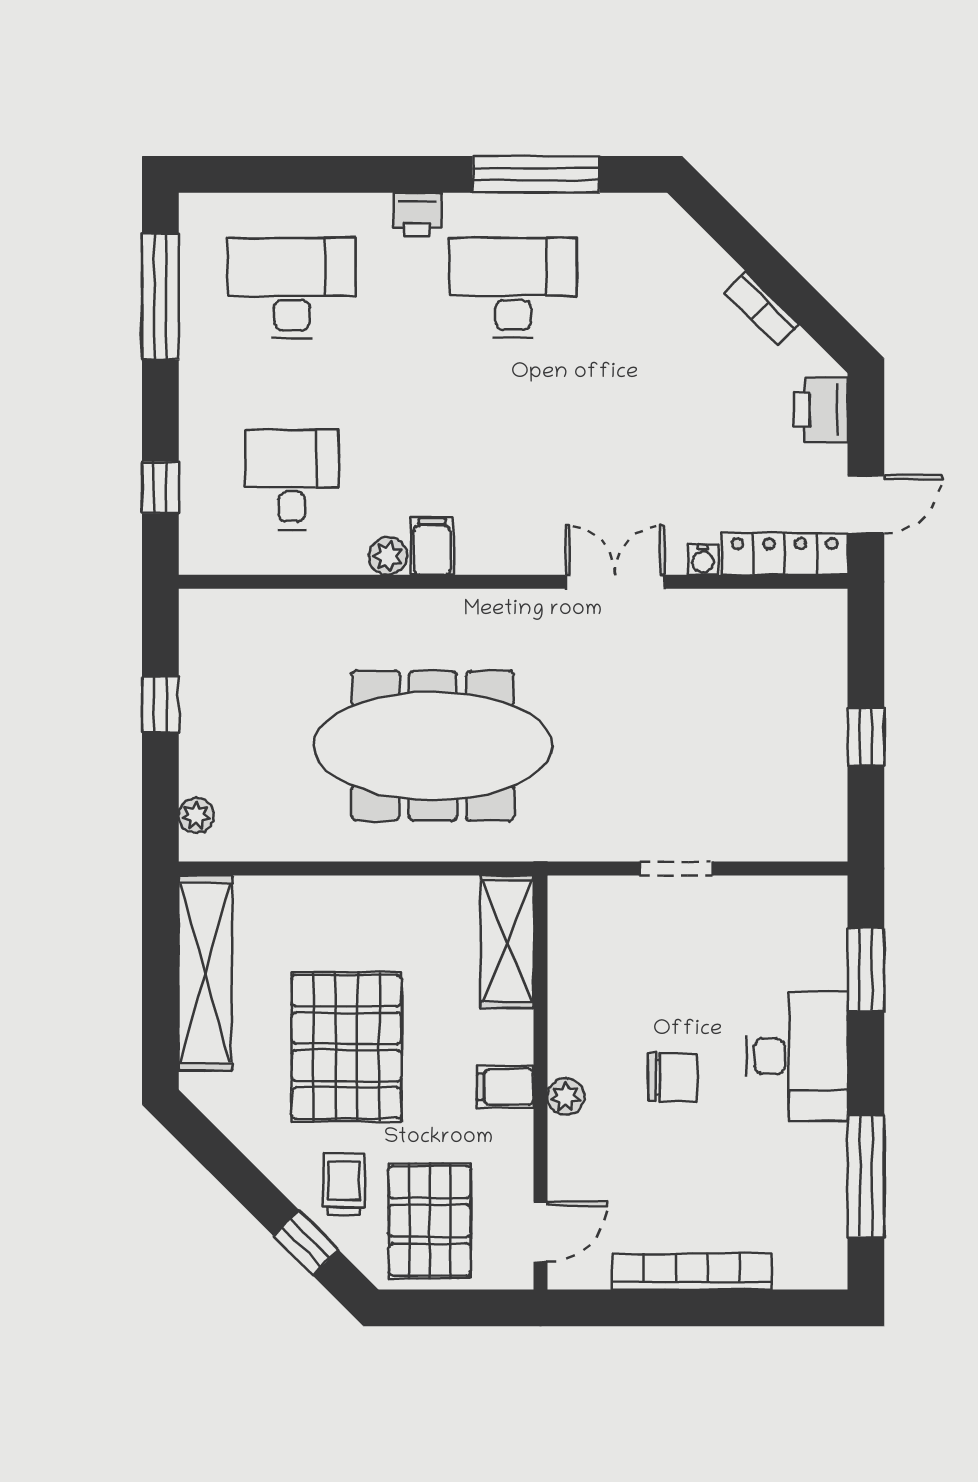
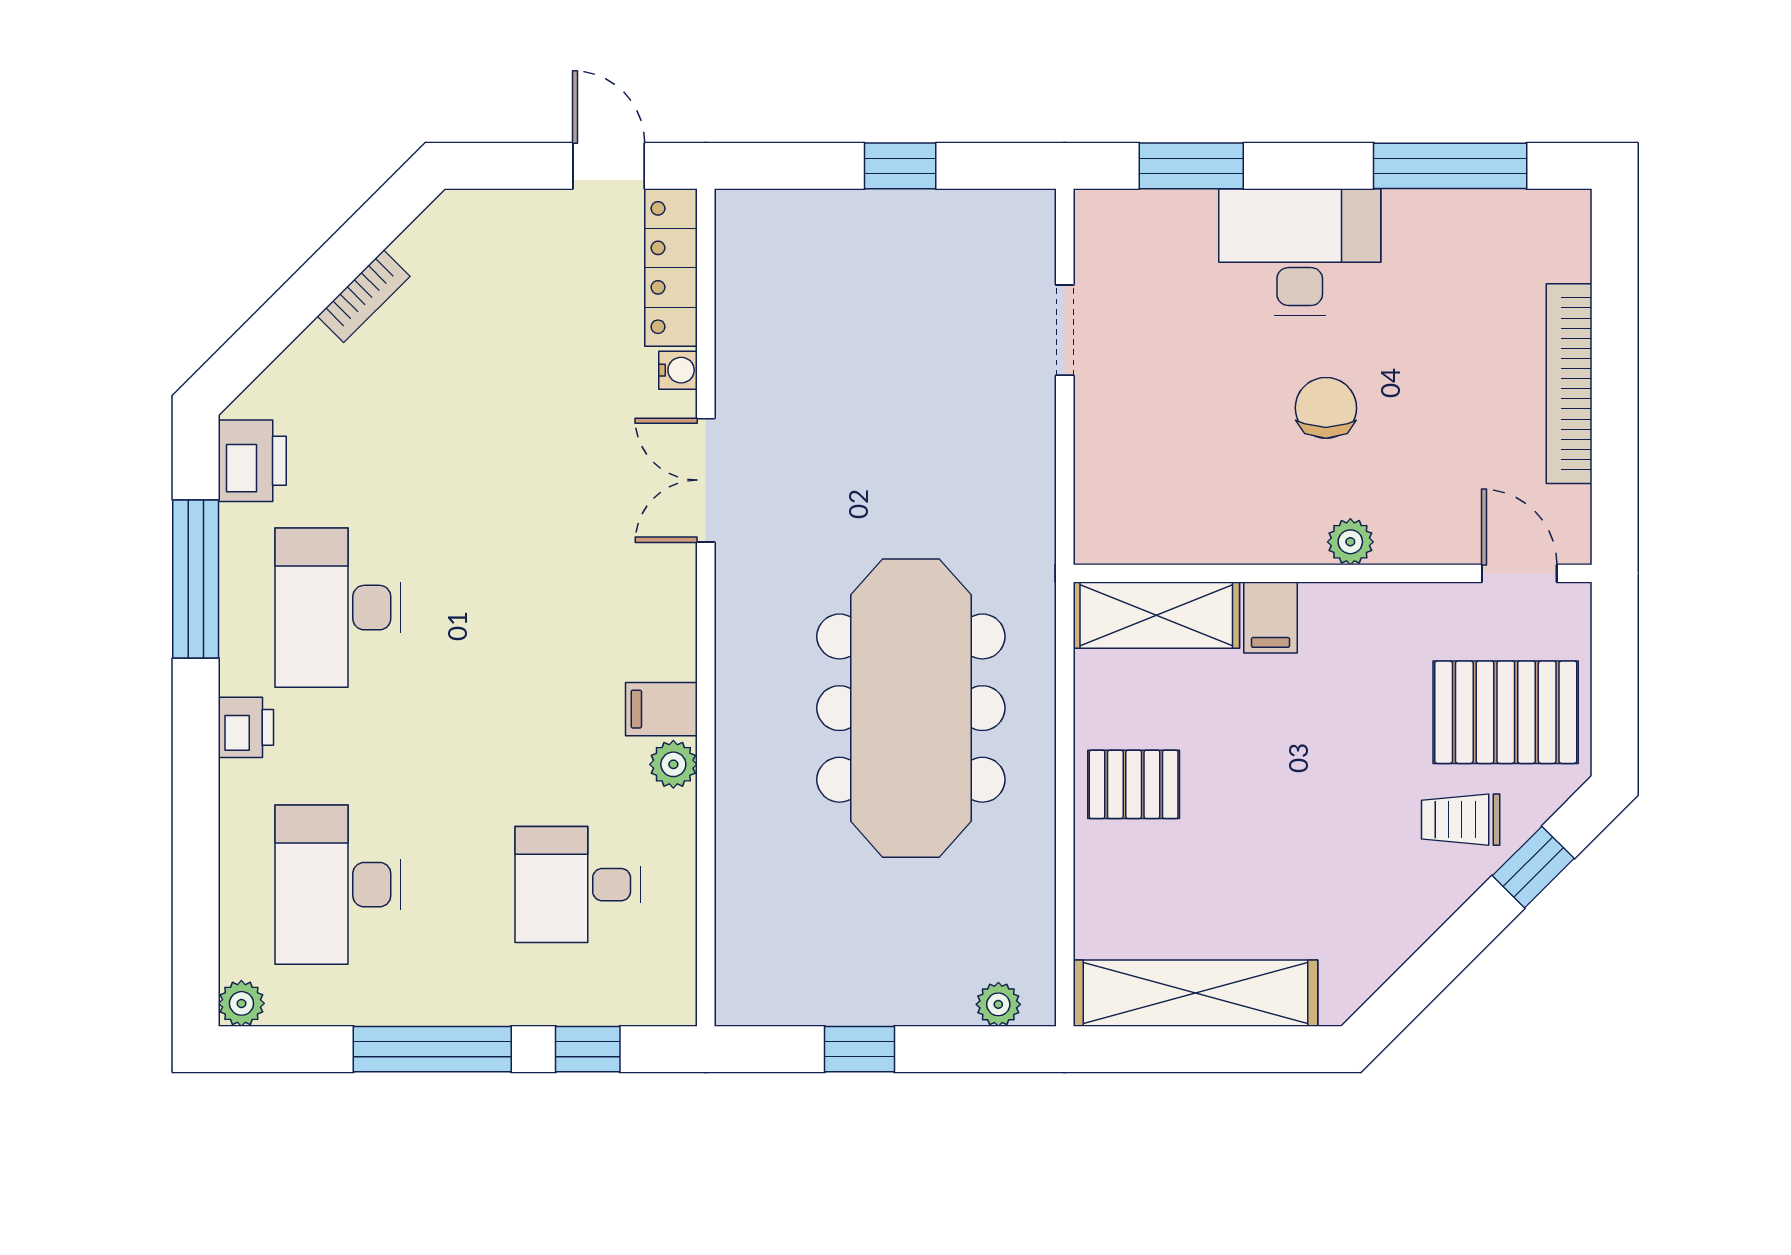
plant: (197, 211) -> (241, 1003), added
window: (160, 296) -> (432, 1049), moved
printer: (821, 410) -> (252, 461), moved, turned -90
doorway: (676, 869) -> (1065, 330), moved
pallet: (346, 1047) -> (1134, 784), moved, width x0.49, depth x0.50
filing cabinet: (505, 1087) -> (1271, 618), moved

